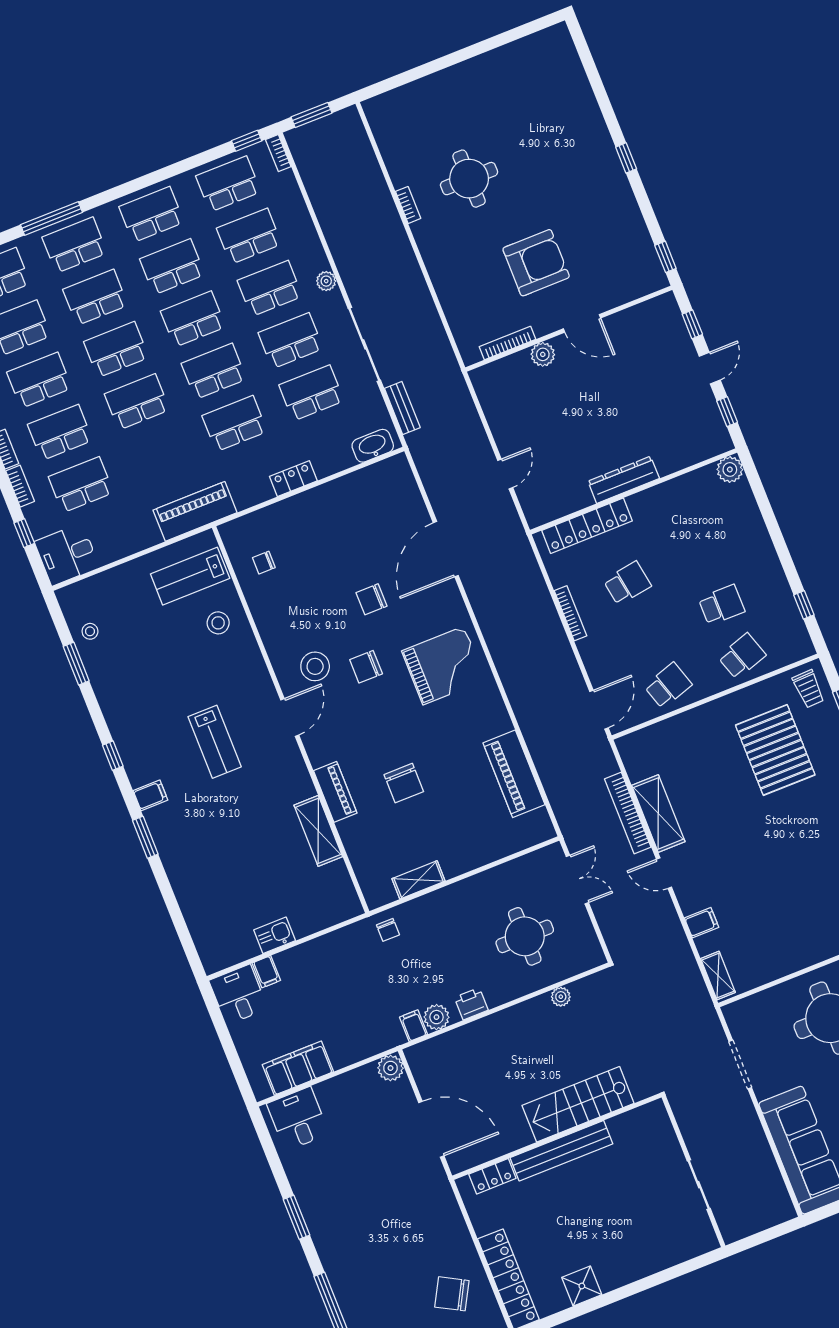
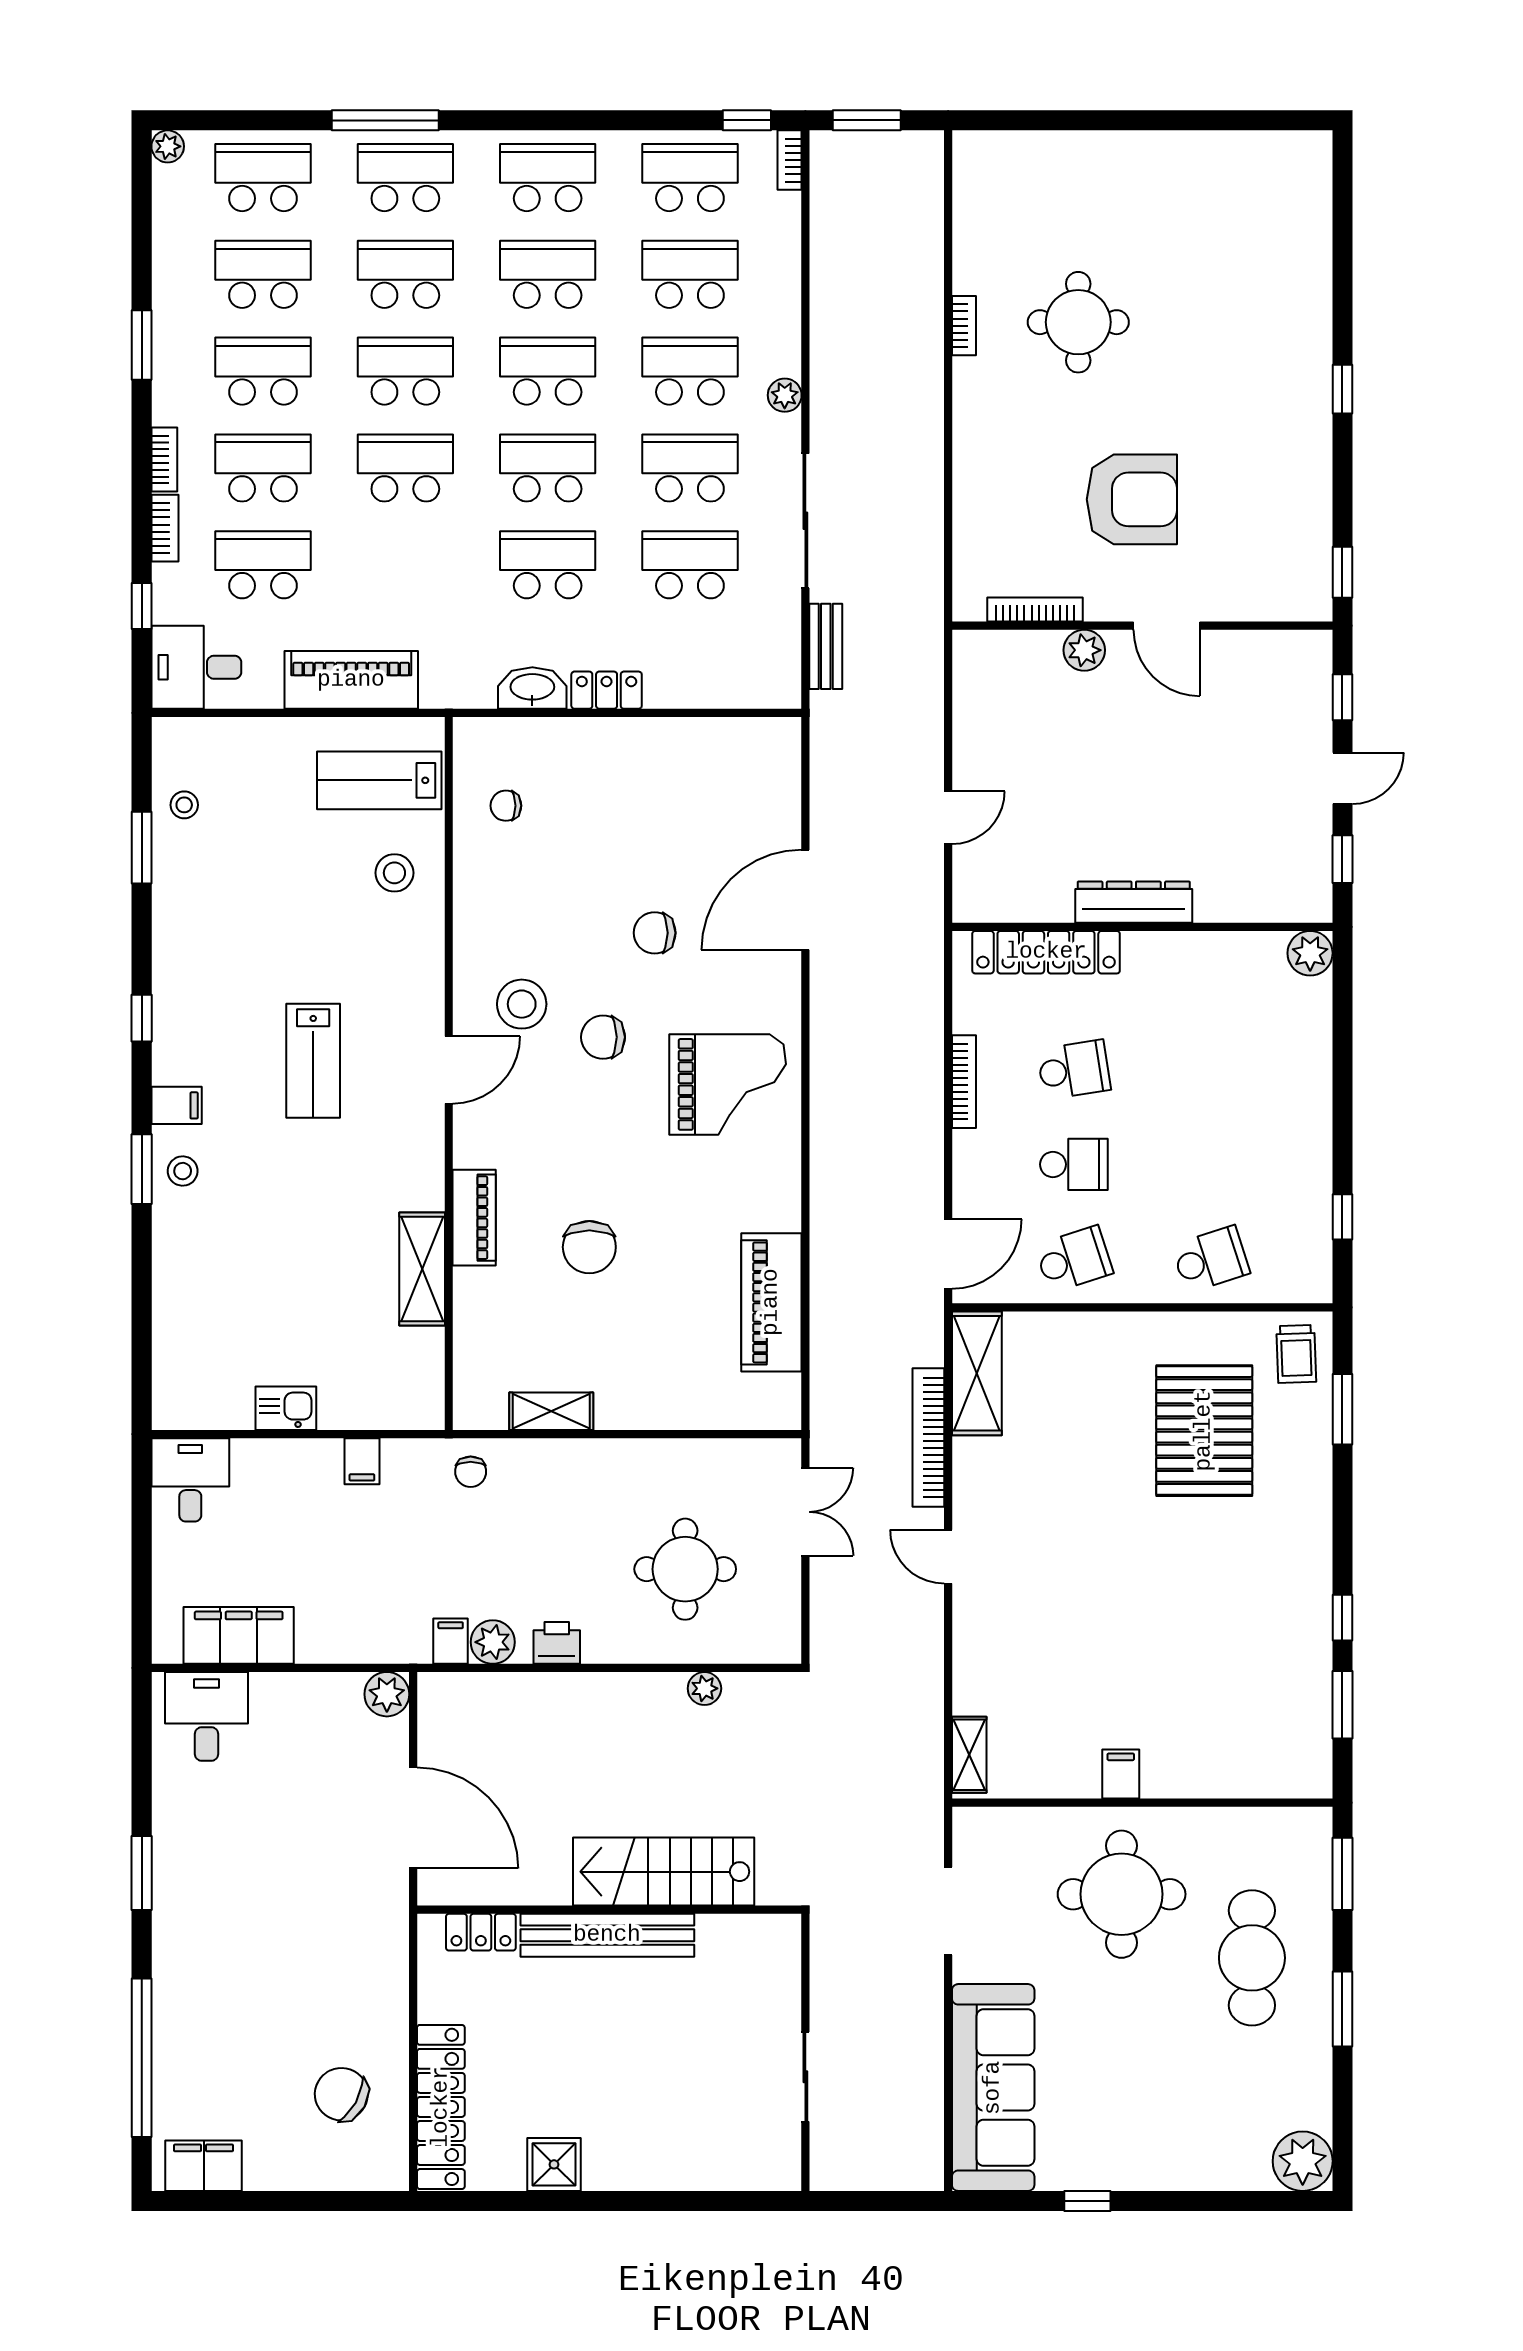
washbasin: (373, 446) -> (532, 688), moved
piano: (195, 511) -> (351, 680), moved
school desk: (722, 605) -> (1074, 1164), moved
shelving: (658, 813) -> (977, 1373), moved
stool: (168, 829) -> (183, 1171), added
filing cabinet: (702, 923) -> (1121, 1774), moved, turned -90
filing cabinet: (266, 972) -> (362, 1461), moved

